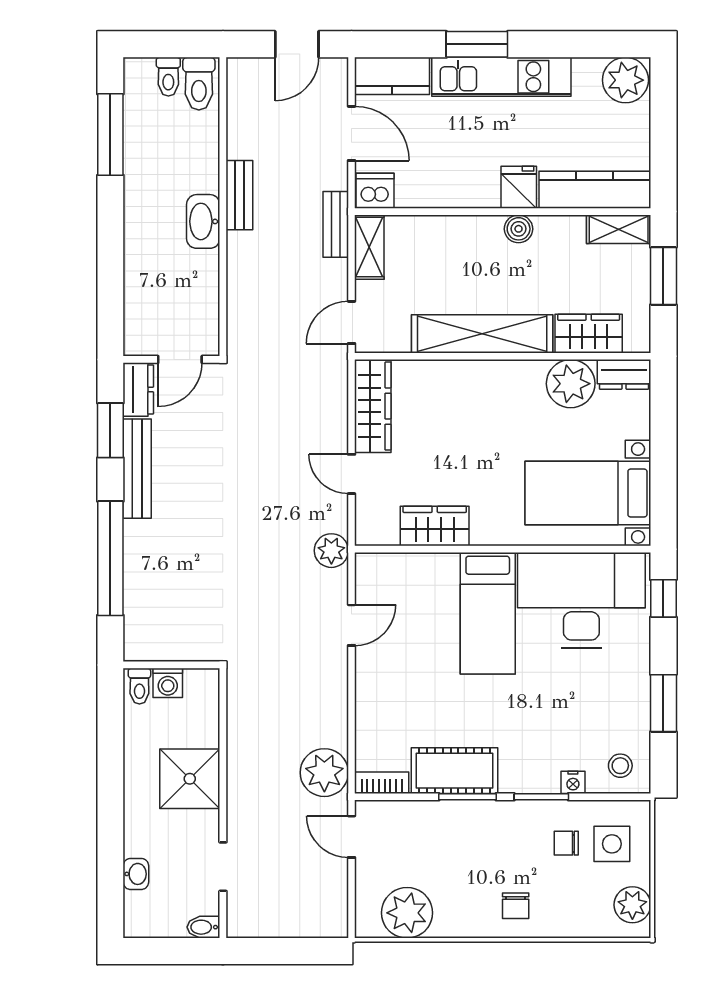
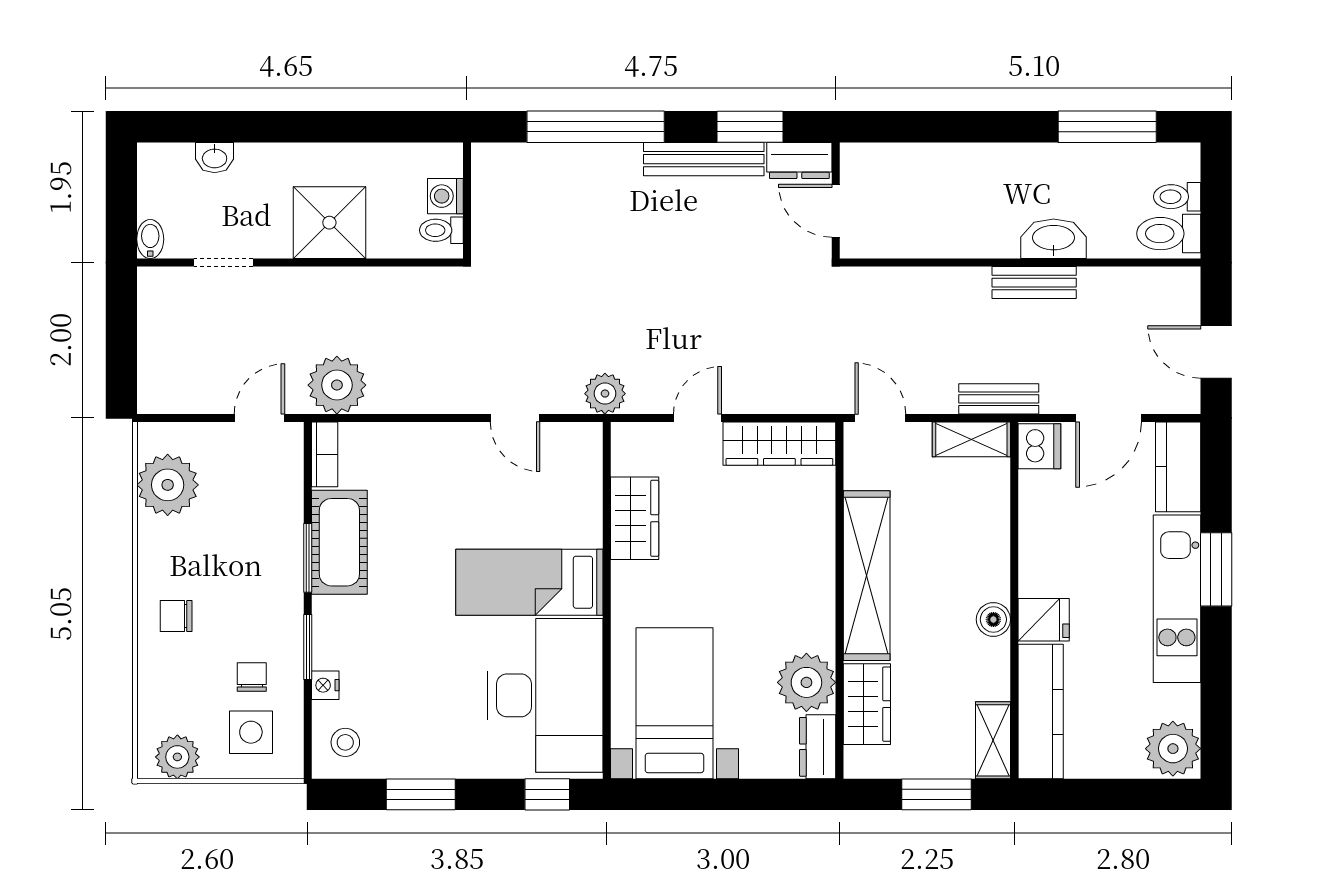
washbasin: (203, 221) -> (1054, 239), moved
toilet: (139, 686) -> (441, 230), moved

